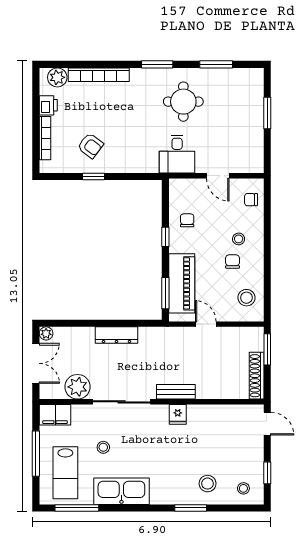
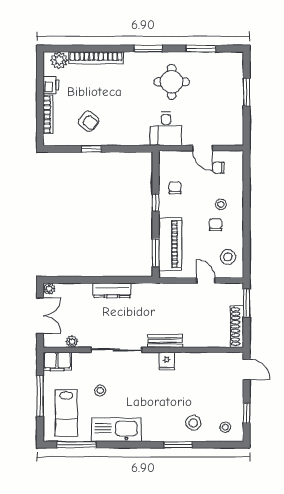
chair: (251, 200) -> (218, 168), moved
door: (206, 324) -> (206, 280), moved
plant: (77, 387) -> (72, 342), width x0.53, depth x0.53

